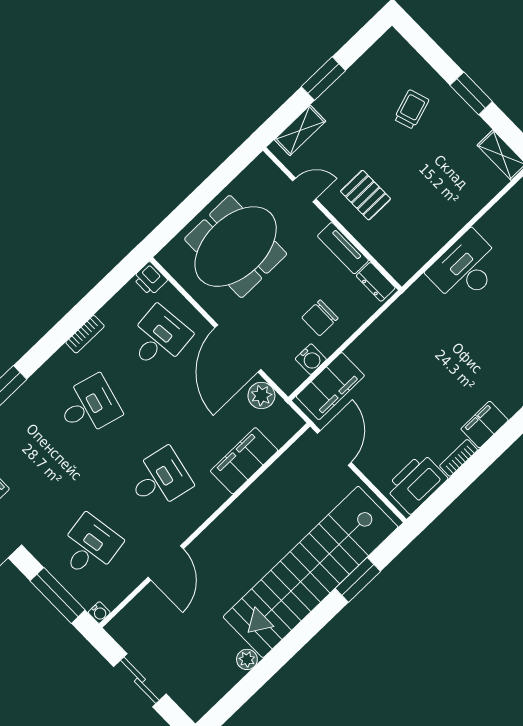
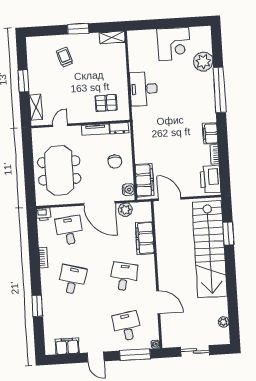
pallet: (366, 195) -> (106, 103), moved
water cooler: (311, 359) -> (128, 190), moved
plant: (247, 659) -> (224, 322), moved

